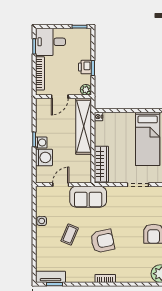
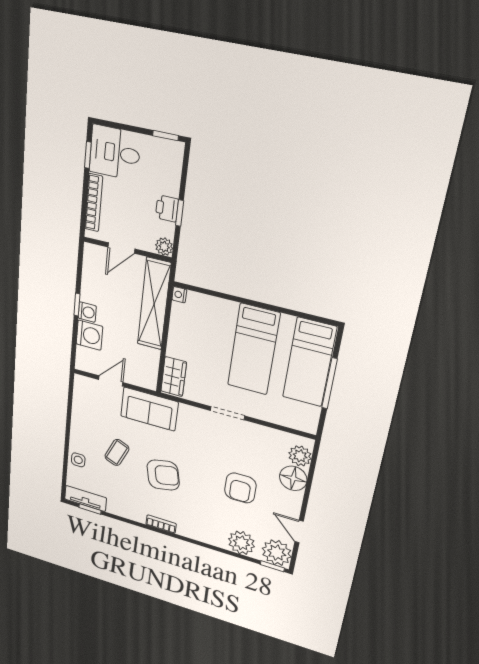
wardrobe: (101, 164) -> (174, 377), width x0.67
side table: (42, 221) -> (78, 460), moved

